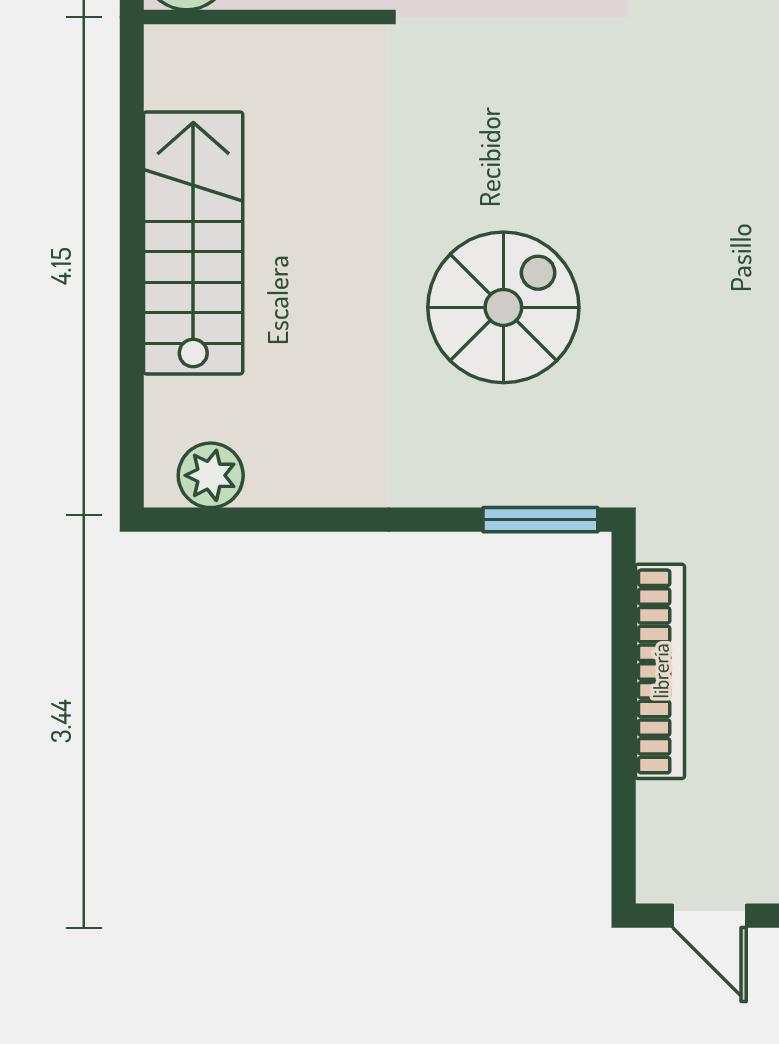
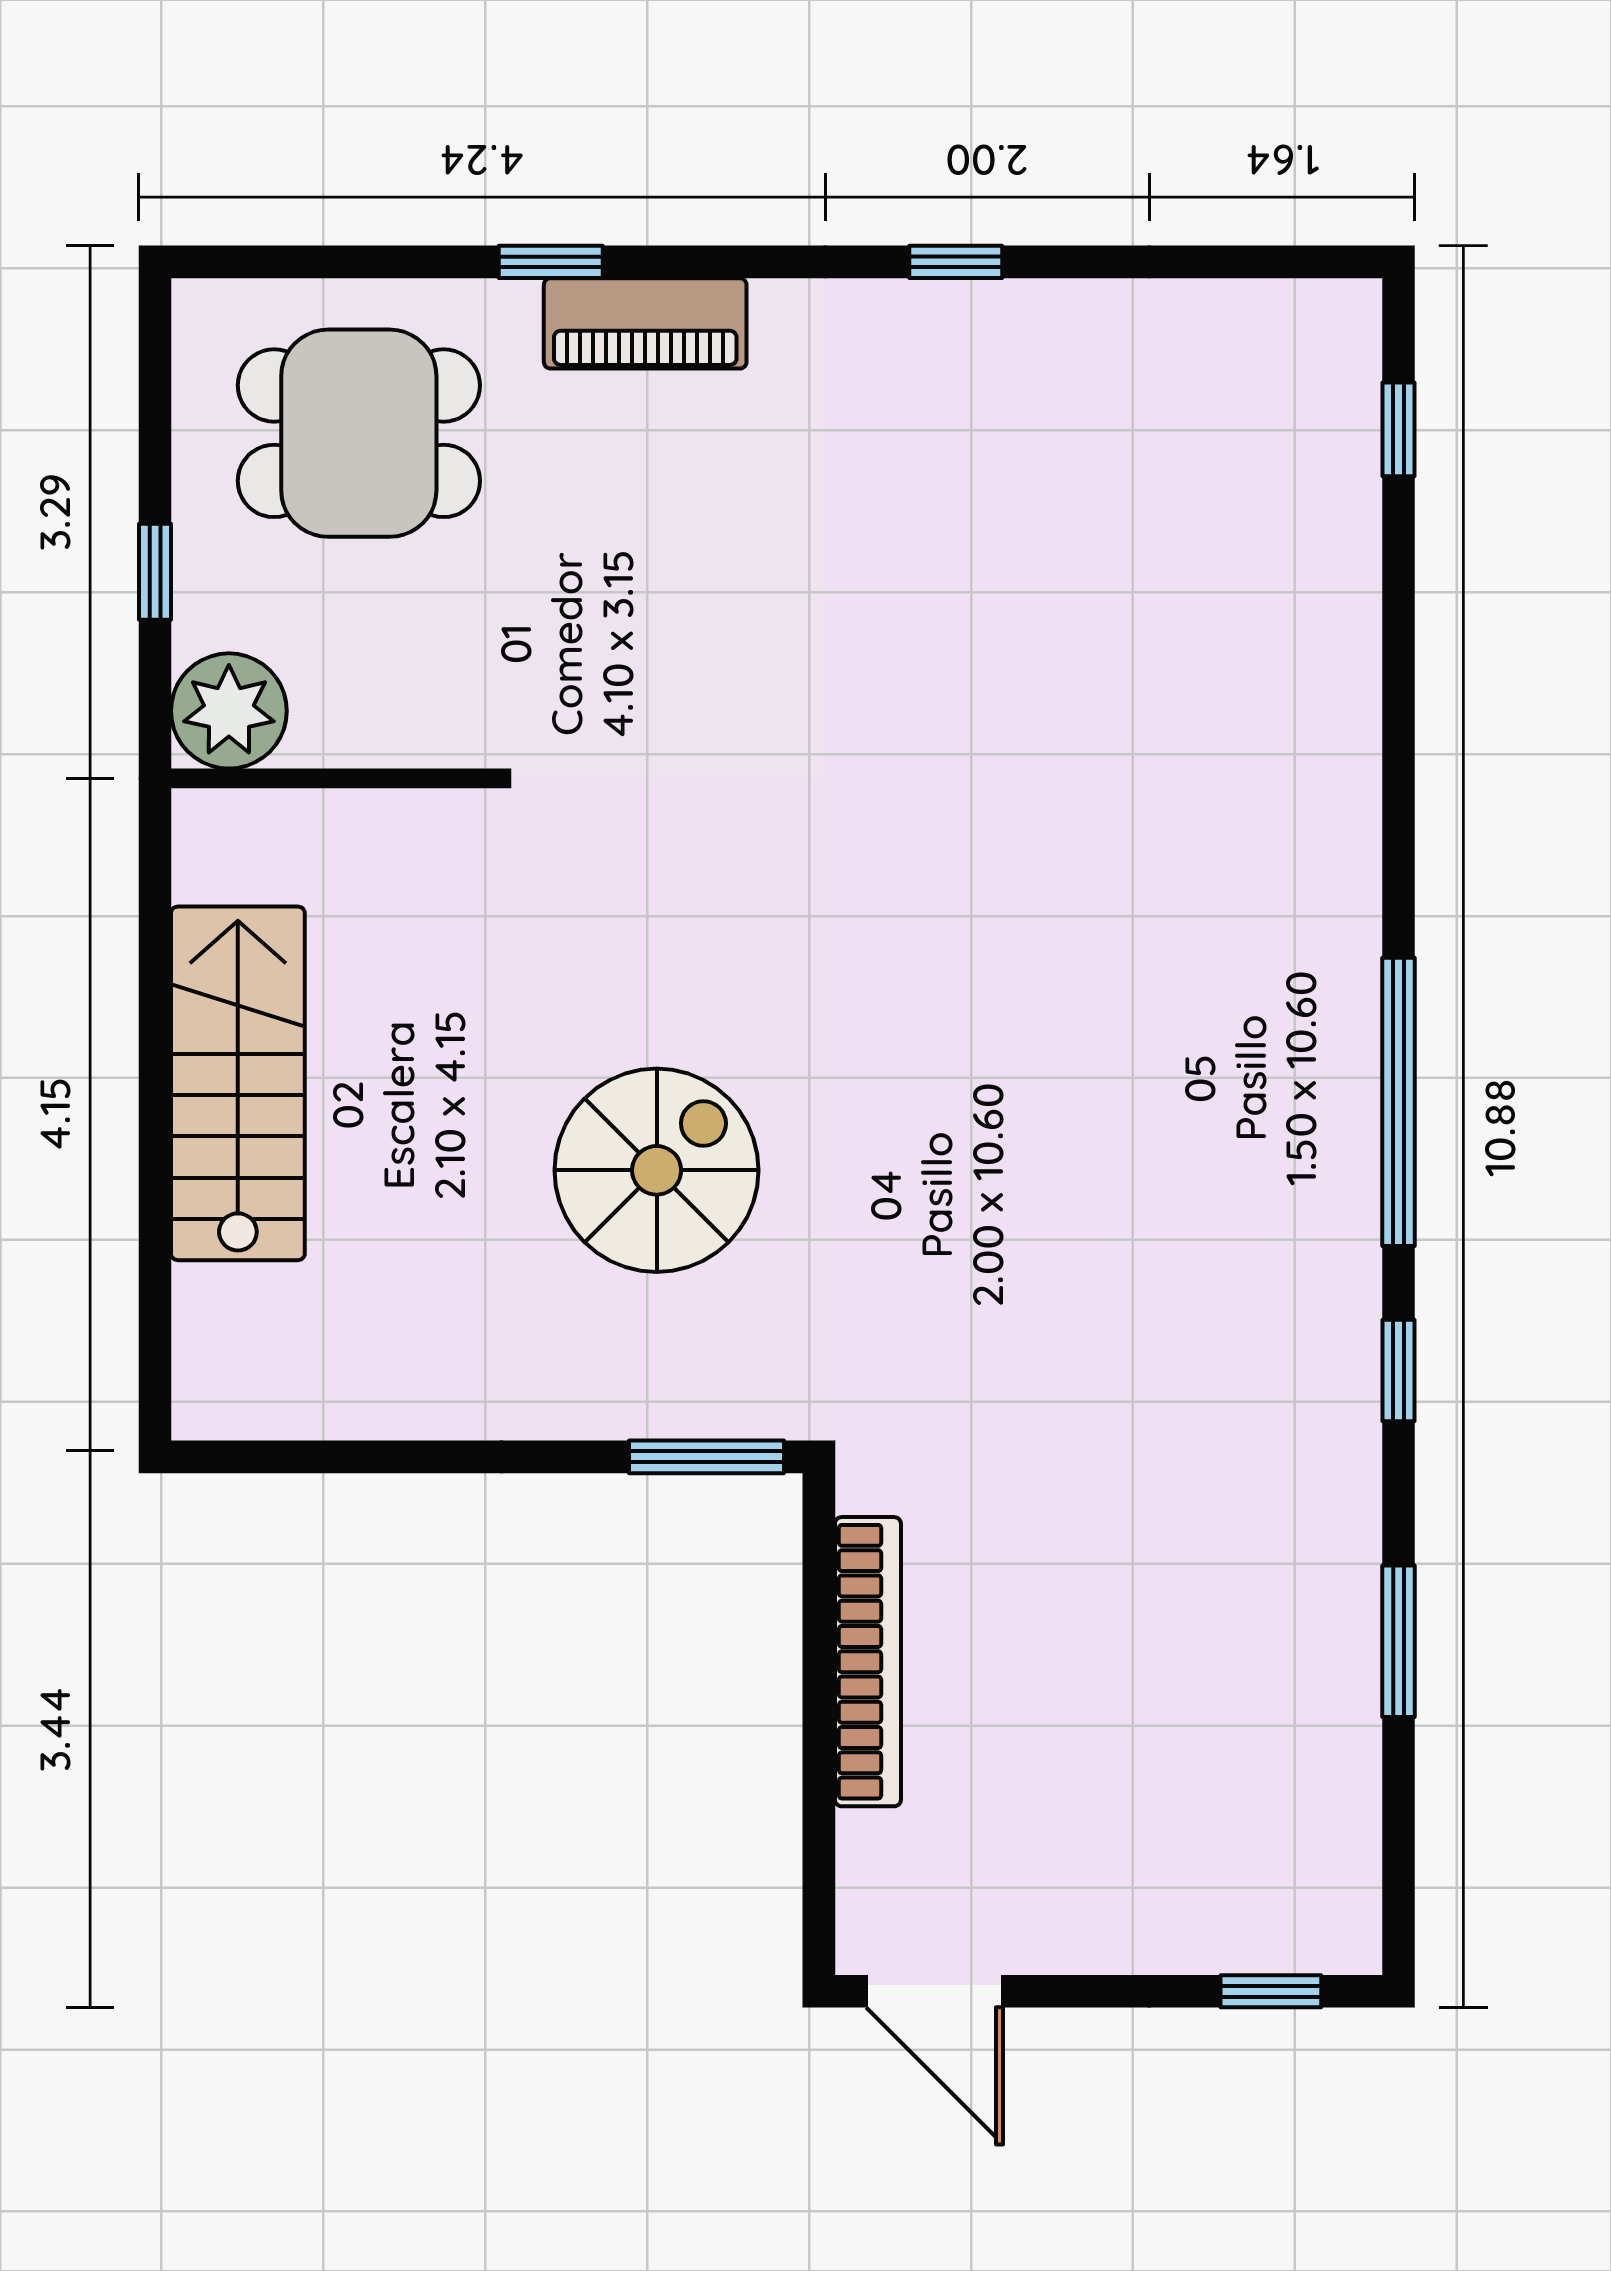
plant: (211, 475) -> (261, 1397), removed
door: (709, 916) -> (935, 1991), width x1.38

